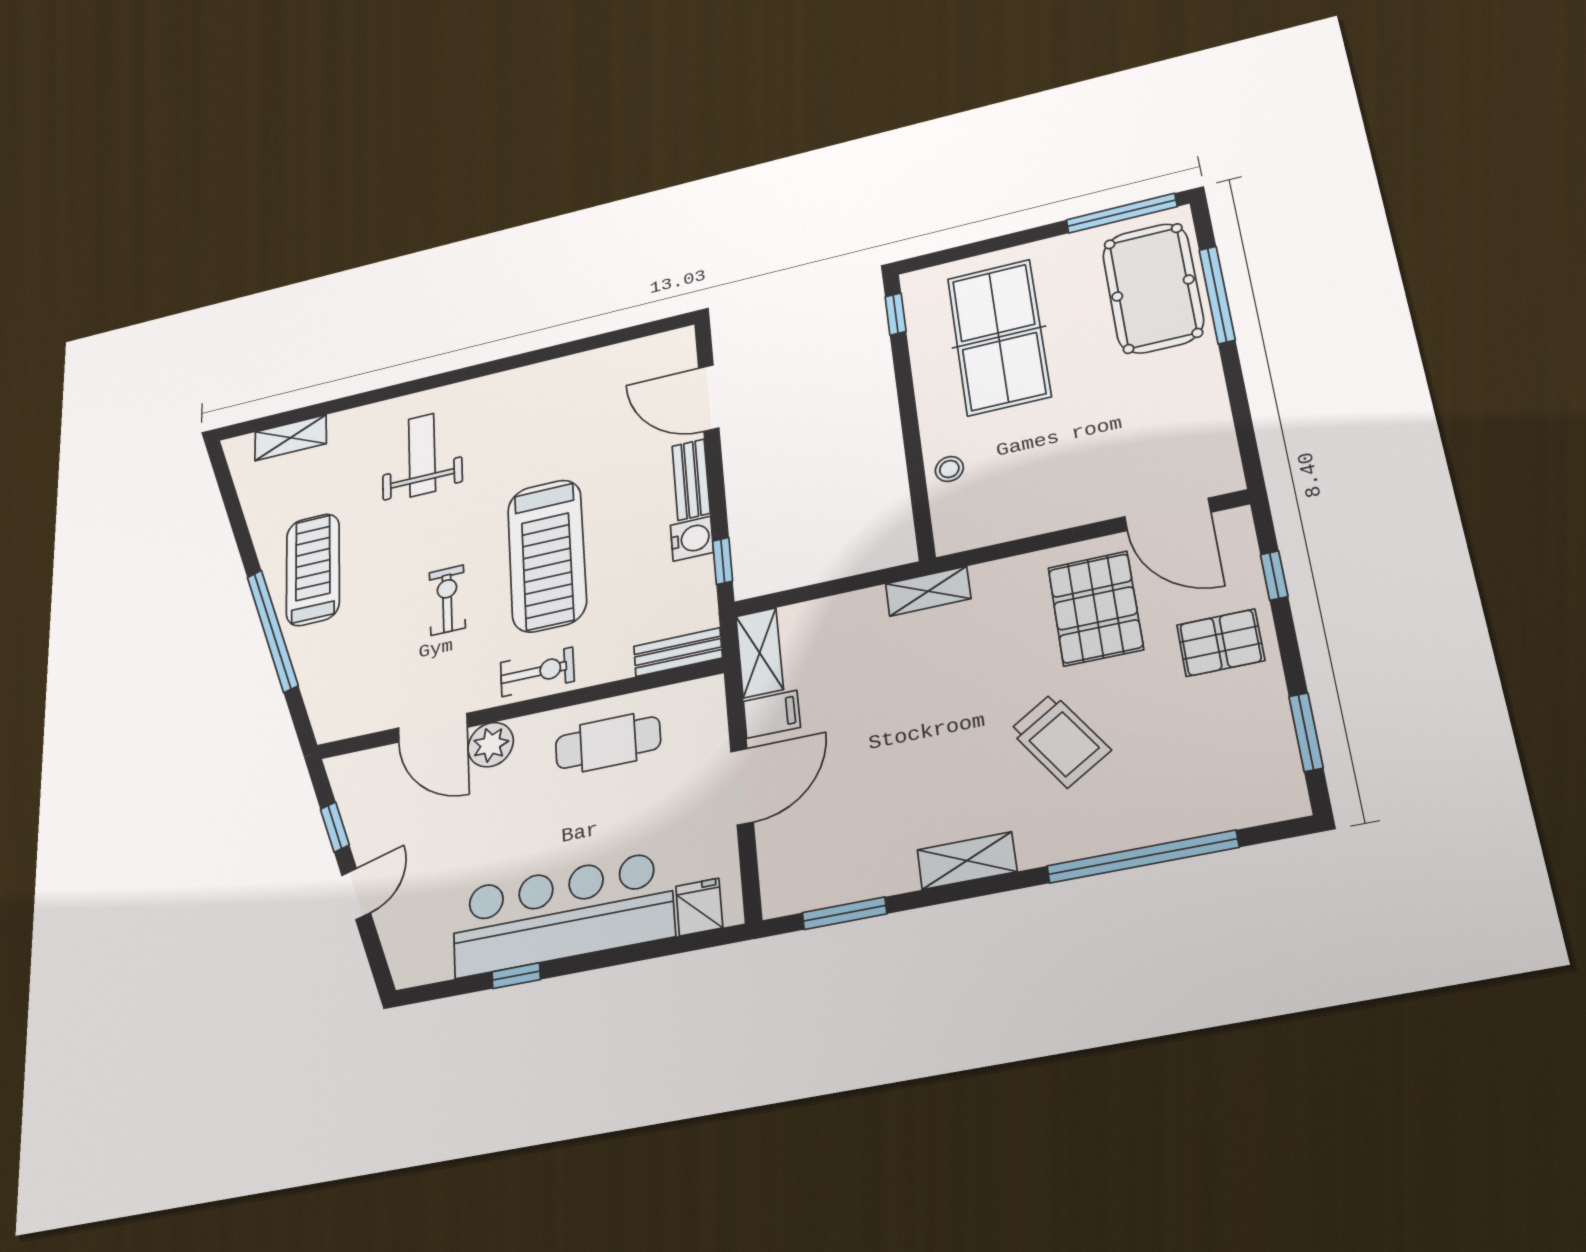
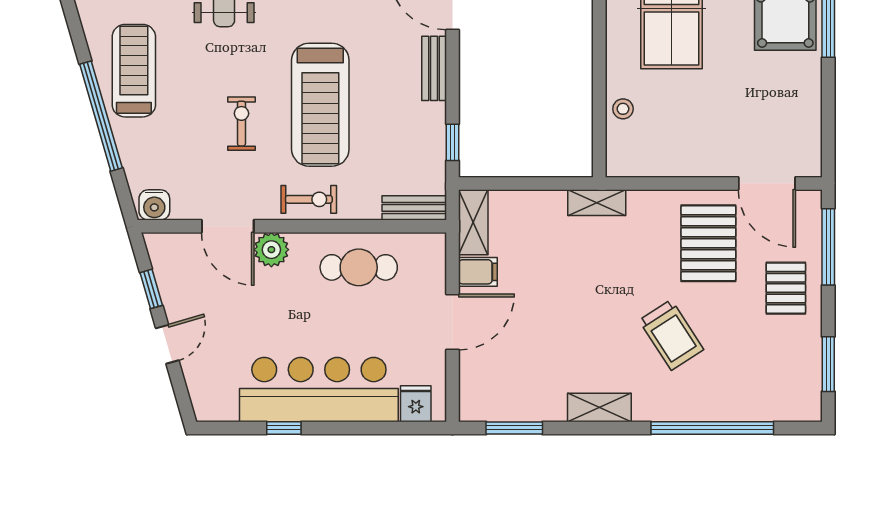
water cooler: (692, 539) -> (154, 205), moved, turned 90
window: (1274, 576) -> (828, 247), width x2.17
pallet: (1221, 643) -> (786, 288), turned 90

